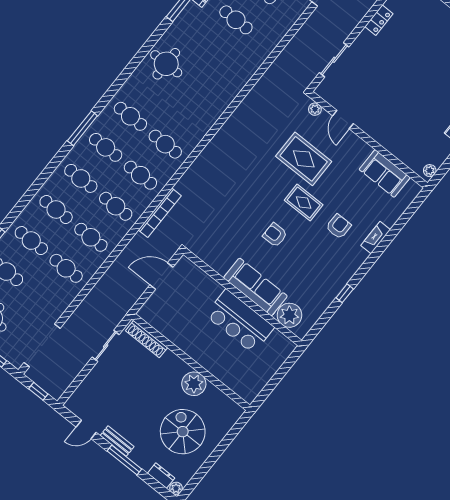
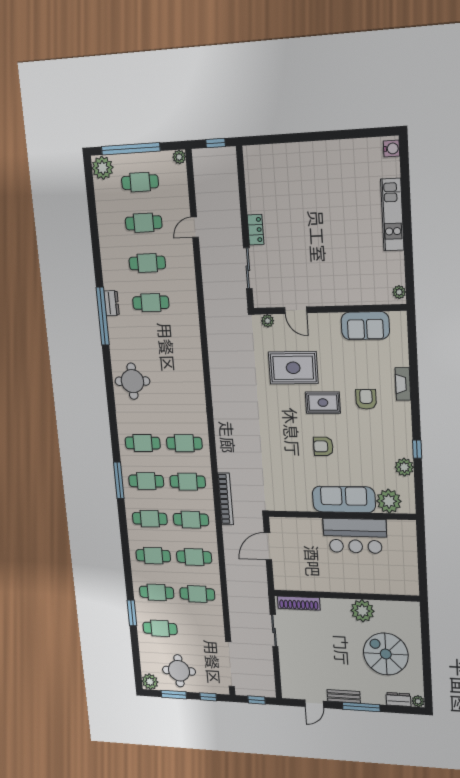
locker: (379, 20) -> (256, 230), moved
plant: (323, 299) -> (404, 467), added

